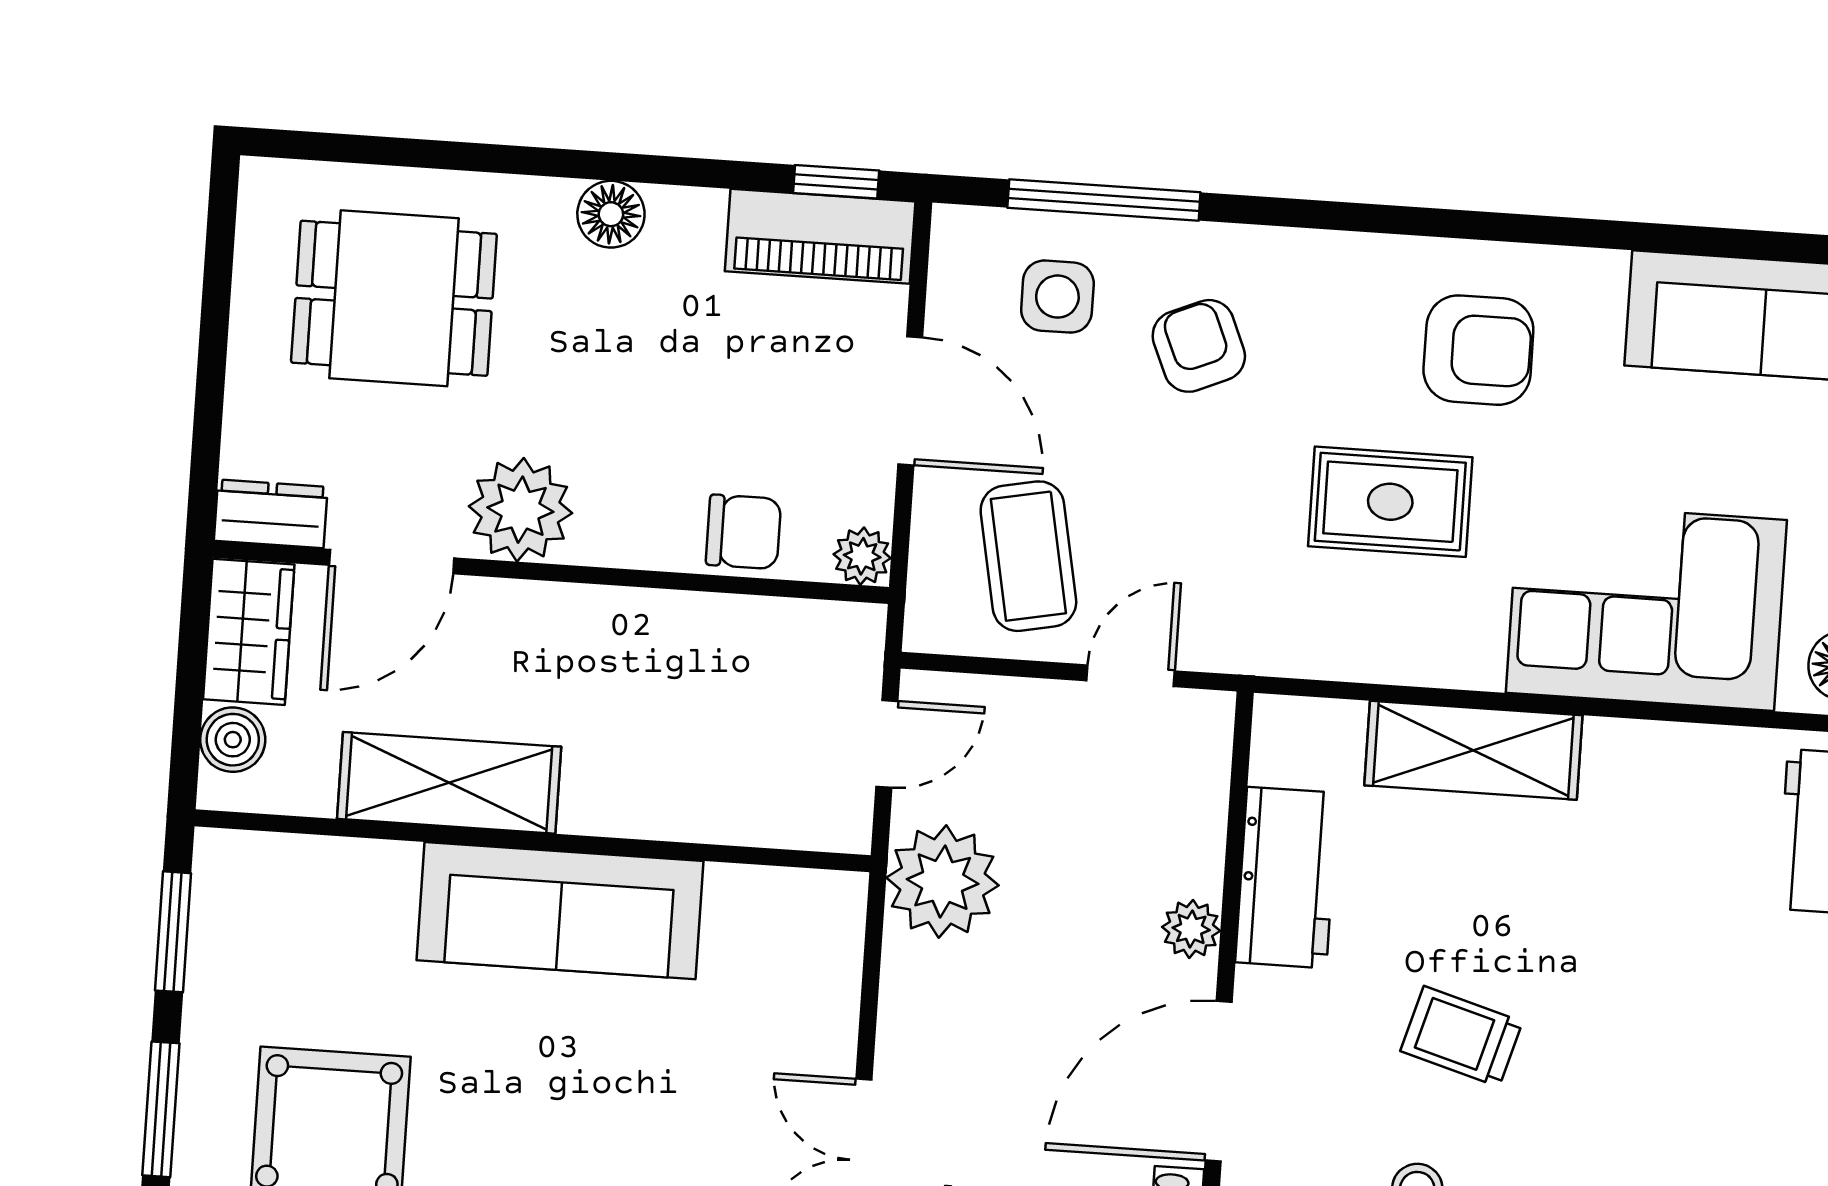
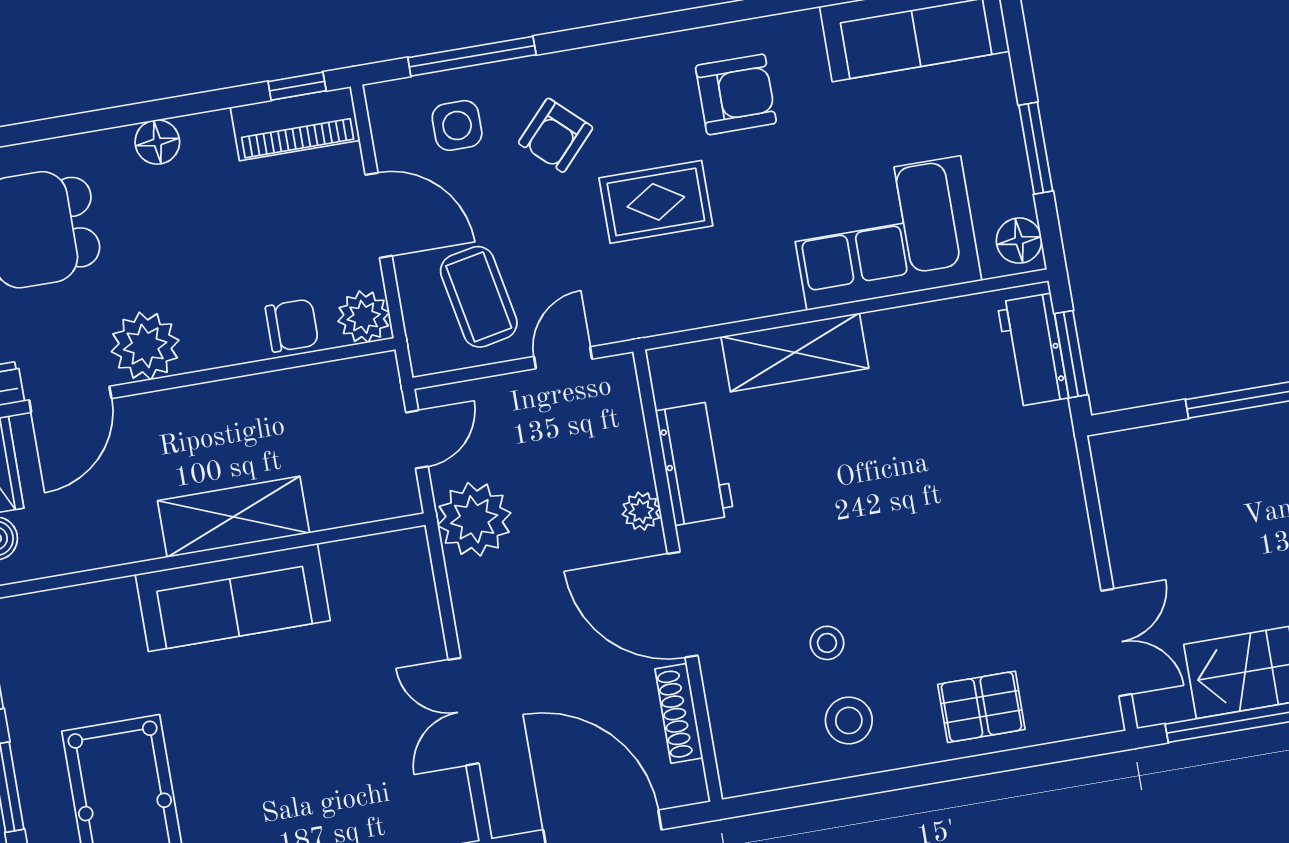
armchair: (1199, 346) -> (556, 135), turned -114
rug: (1390, 502) -> (656, 202), moved
plant: (862, 556) -> (364, 317), width x1.38, depth x1.38
shelving: (449, 783) -> (233, 517), moved
trolley: (1461, 1036) -> (832, 538), removed
door: (1219, 1081) -> (683, 605), hinge flipped

